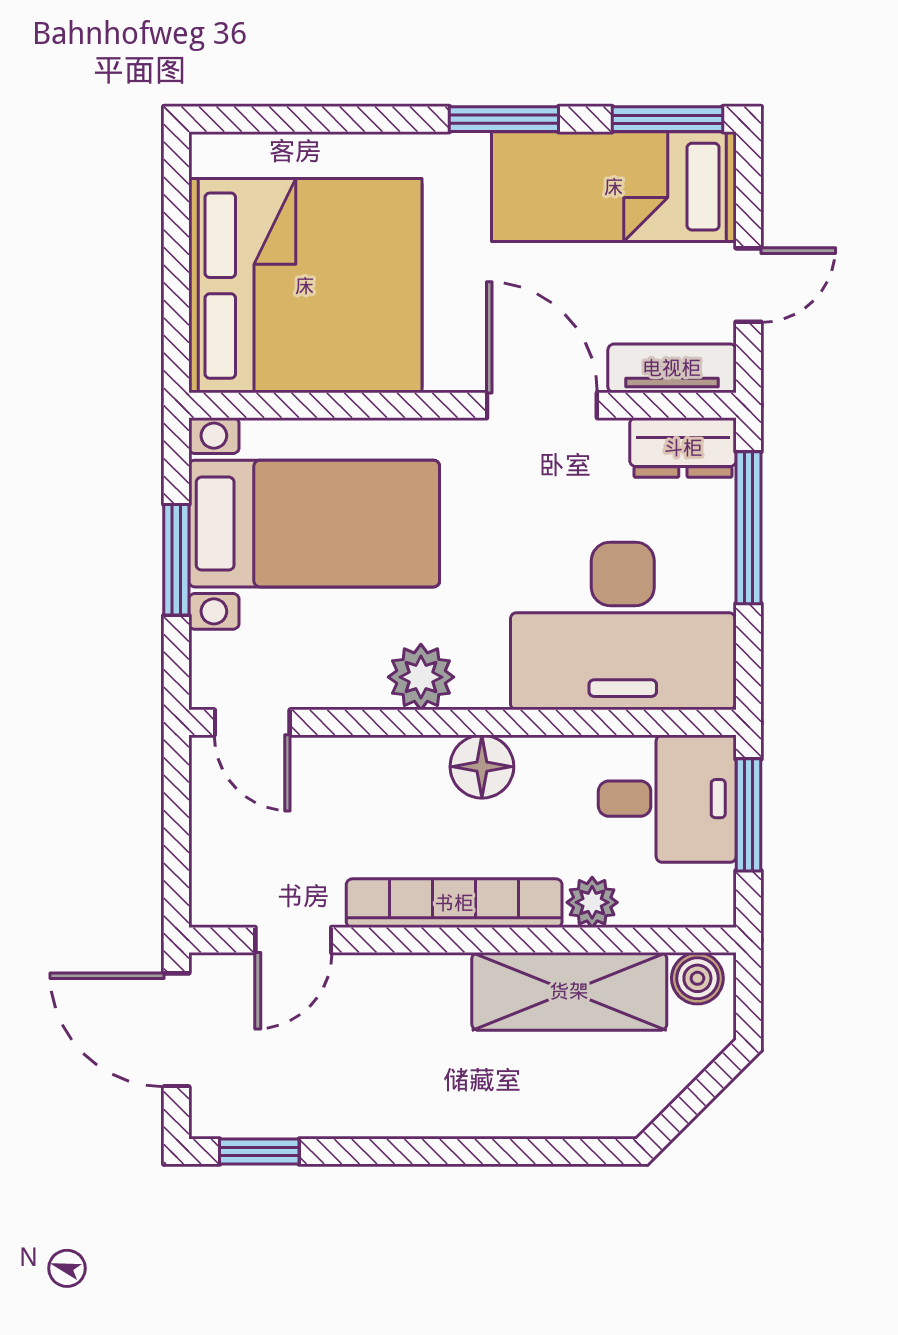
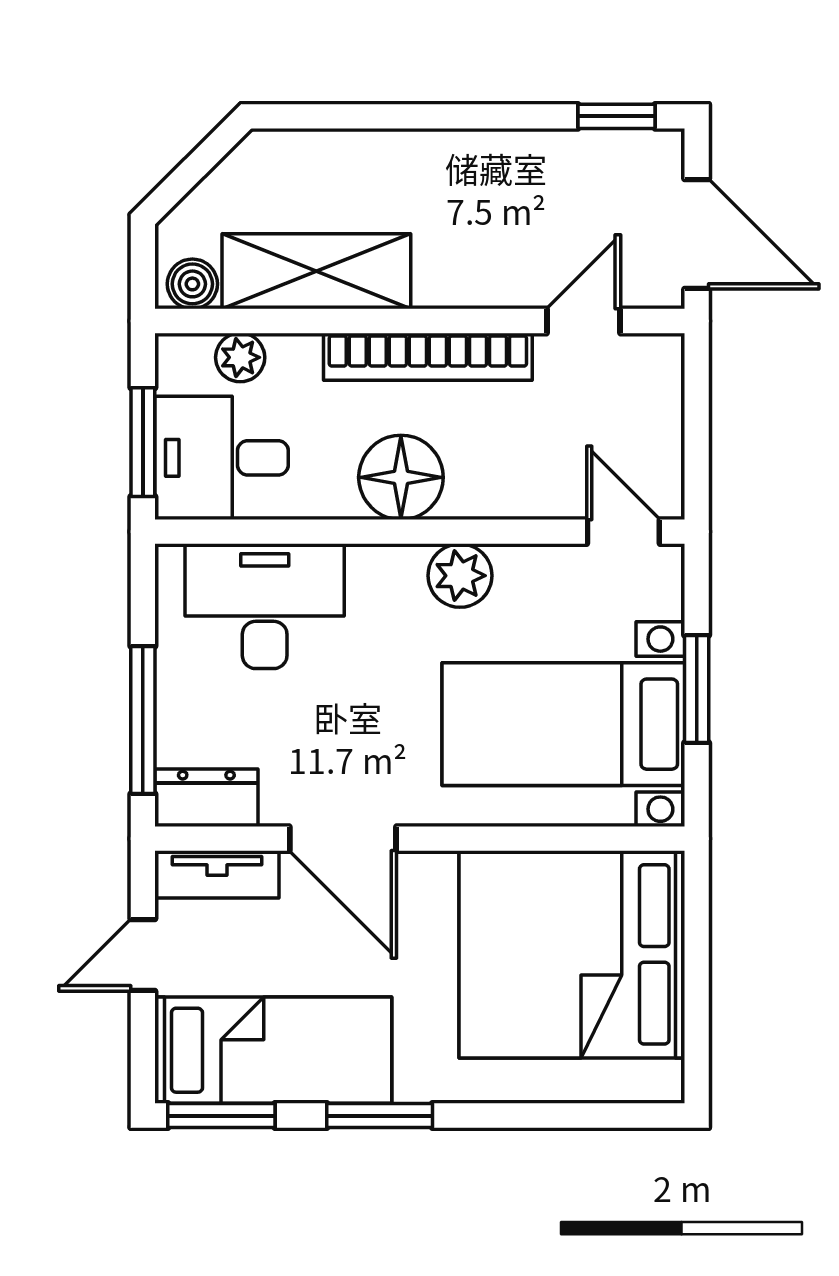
desk: (623, 626) -> (265, 606), width x0.73, depth x0.77
floor lamp: (482, 767) -> (401, 477), width x1.38, depth x1.38
plant: (592, 902) -> (240, 357), moved

